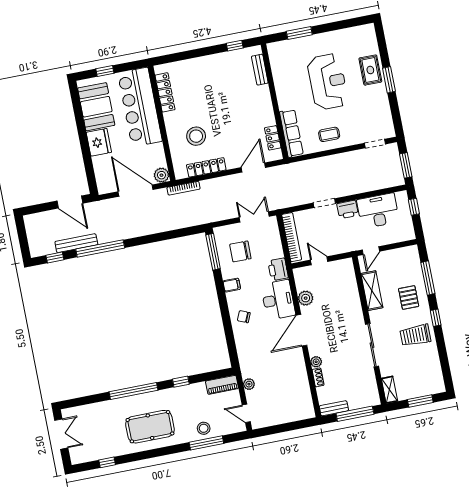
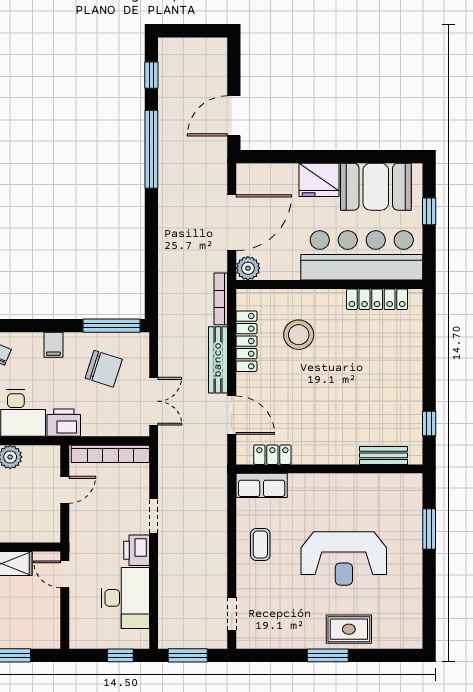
row of seats: (291, 133) -> (262, 485), width x0.68
bench: (76, 243) -> (218, 360), moved
chair: (240, 251) -> (104, 369), turned 108

